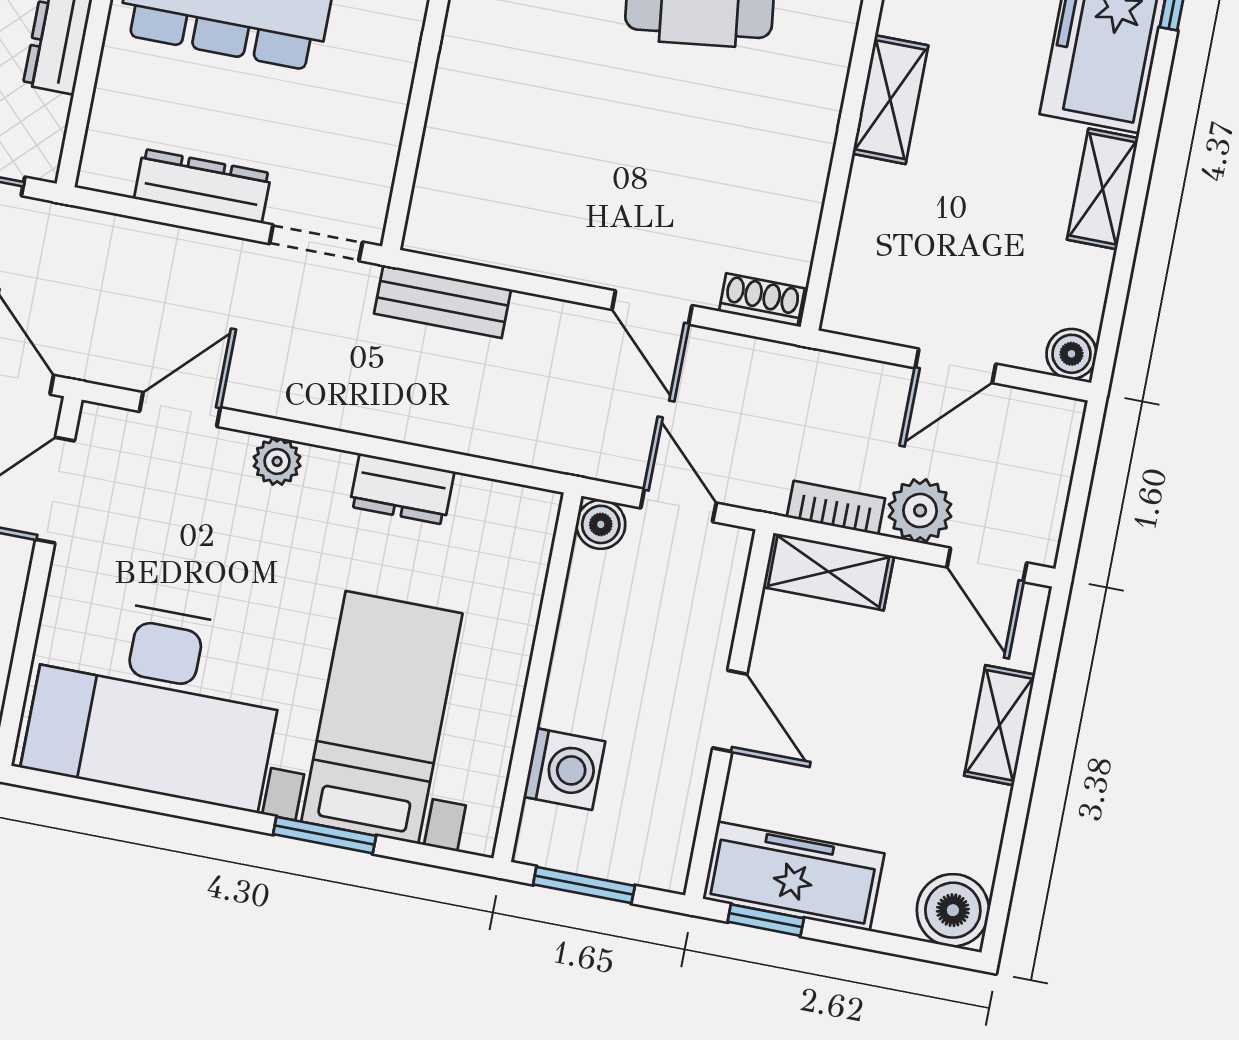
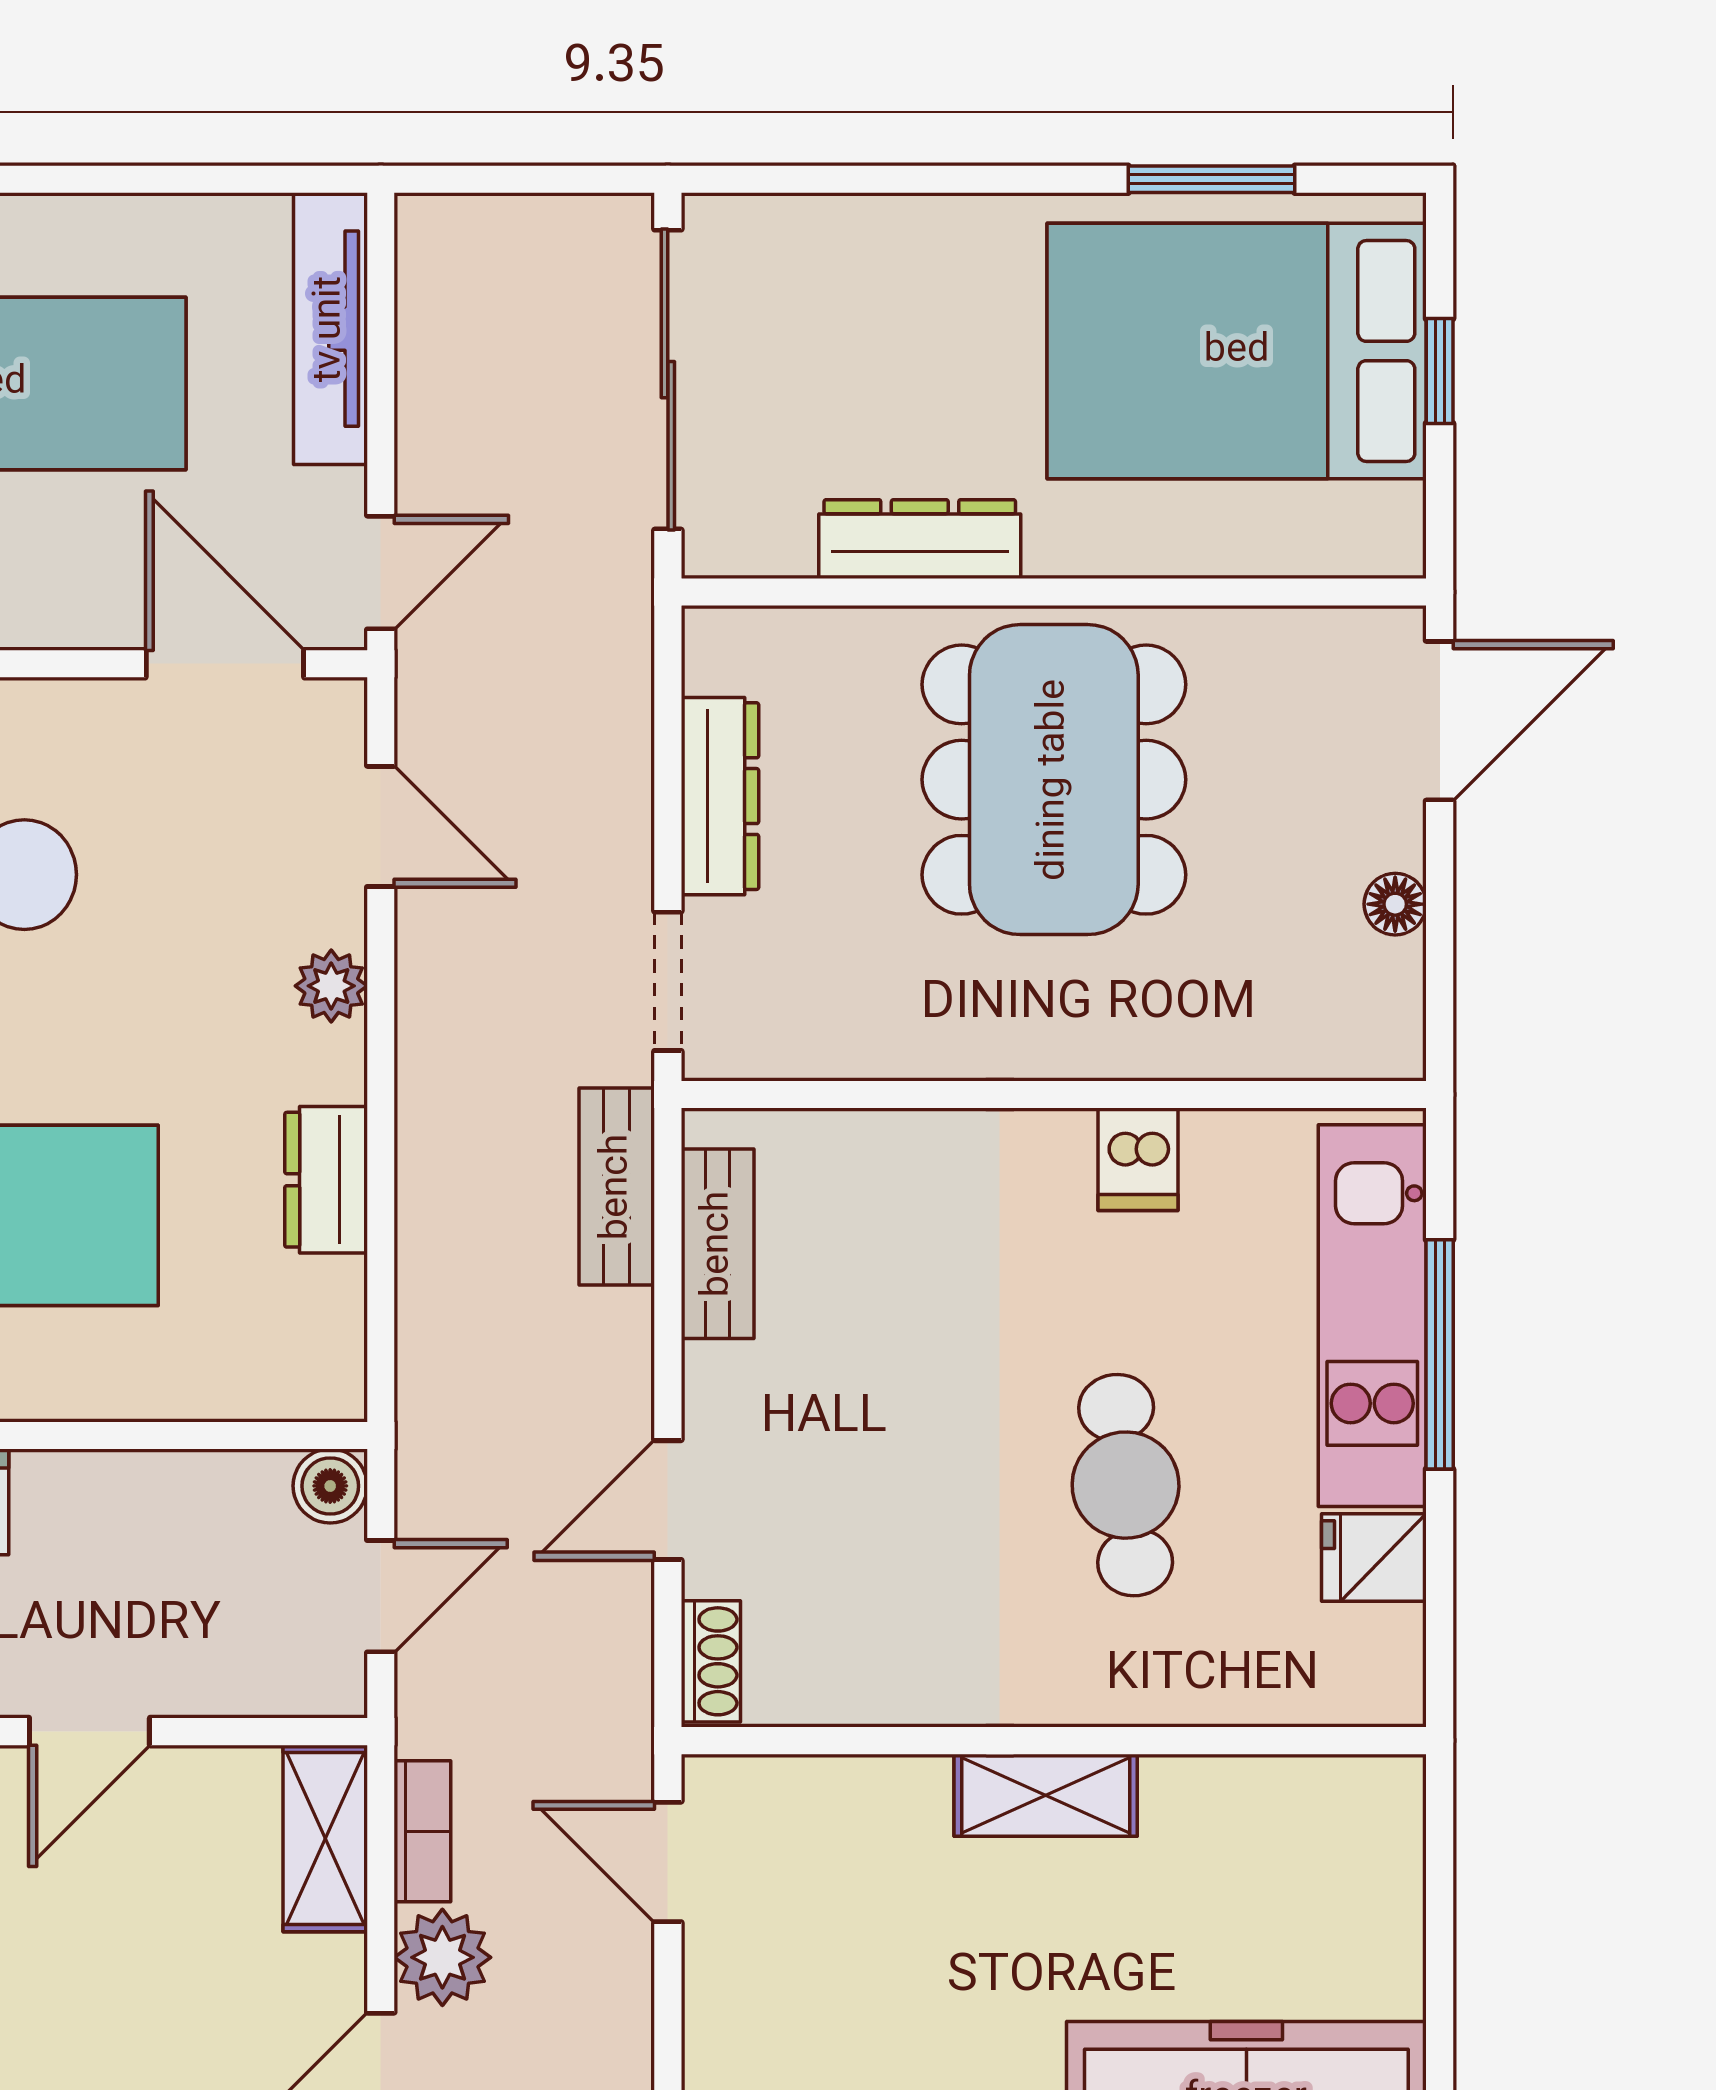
bench: (492, 243) -> (718, 1244), added
door: (956, 366) -> (668, 1862), moved

